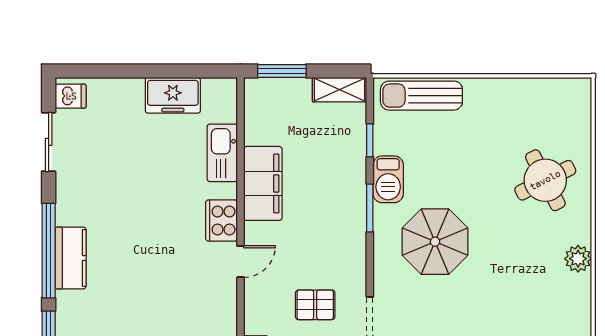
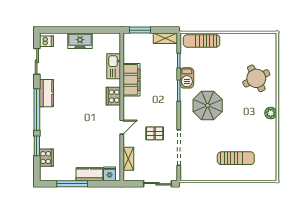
freezer: (173, 95) -> (80, 41), moved
kitchen counter: (71, 258) -> (47, 93), moved
door: (241, 262) -> (122, 127), moved

